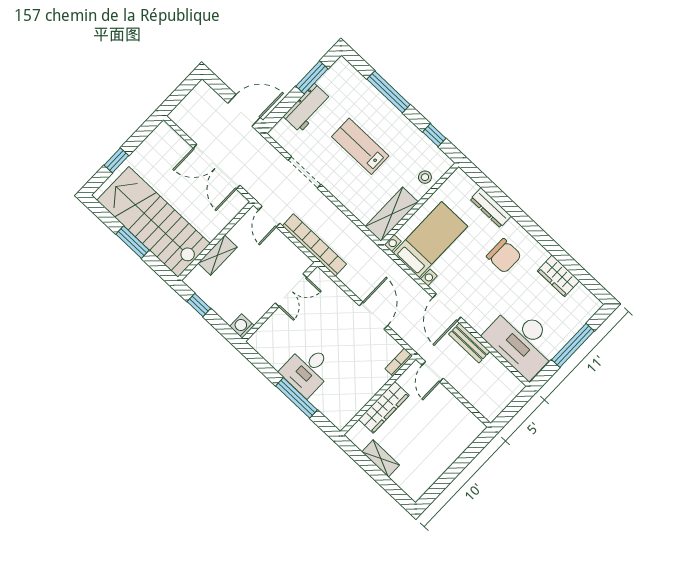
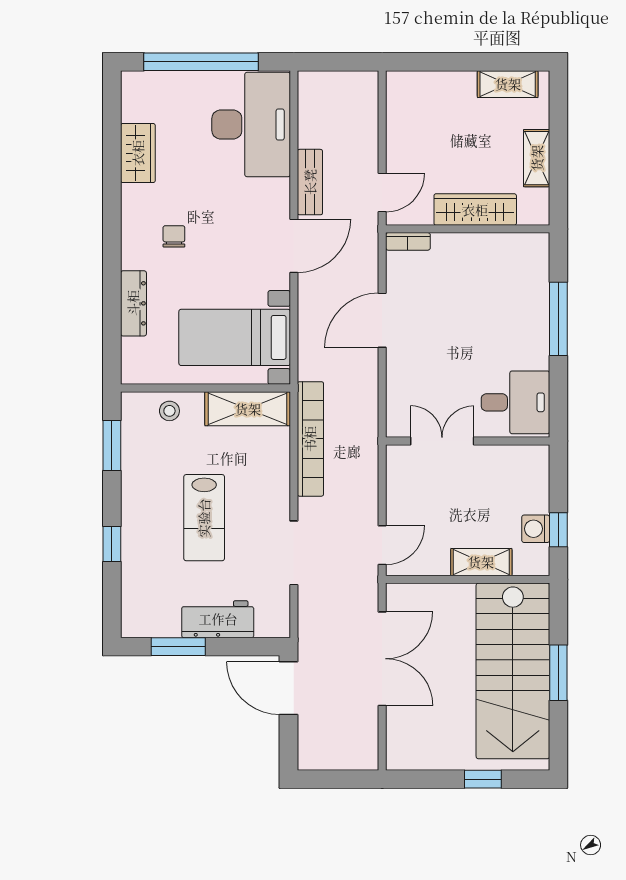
window: (389, 92) -> (112, 544), width x0.46
window: (434, 135) -> (112, 445), width x1.50
bookcase: (314, 245) -> (310, 439), moved, turned 180
chair: (504, 256) -> (174, 236), width x0.54, depth x0.54
washing machine: (242, 326) -> (536, 529), moved, turned 90
window: (573, 345) -> (201, 62), width x1.46
desk: (307, 370) -> (515, 402), moved
shelving: (428, 478) -> (508, 84), added

